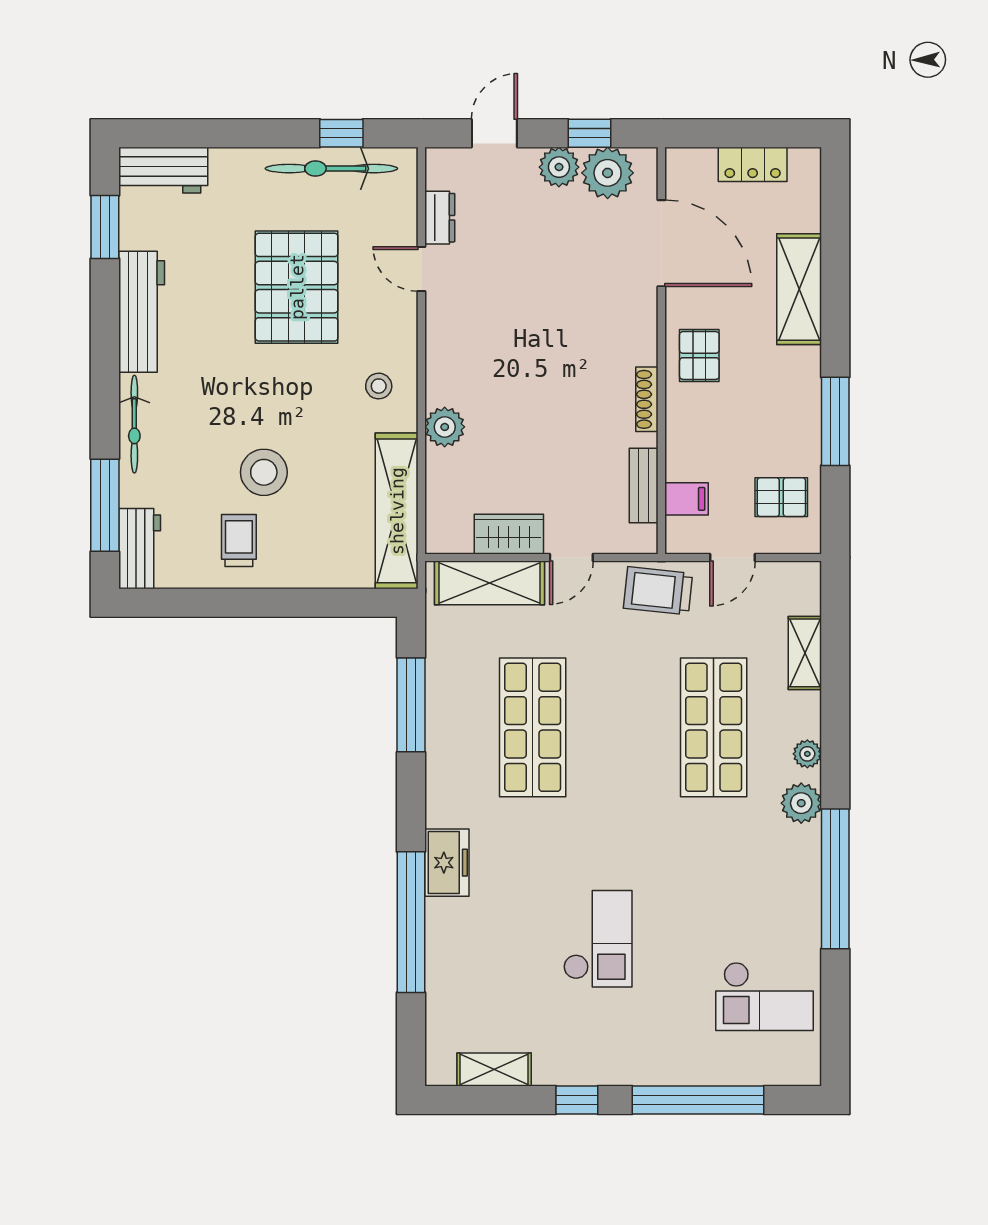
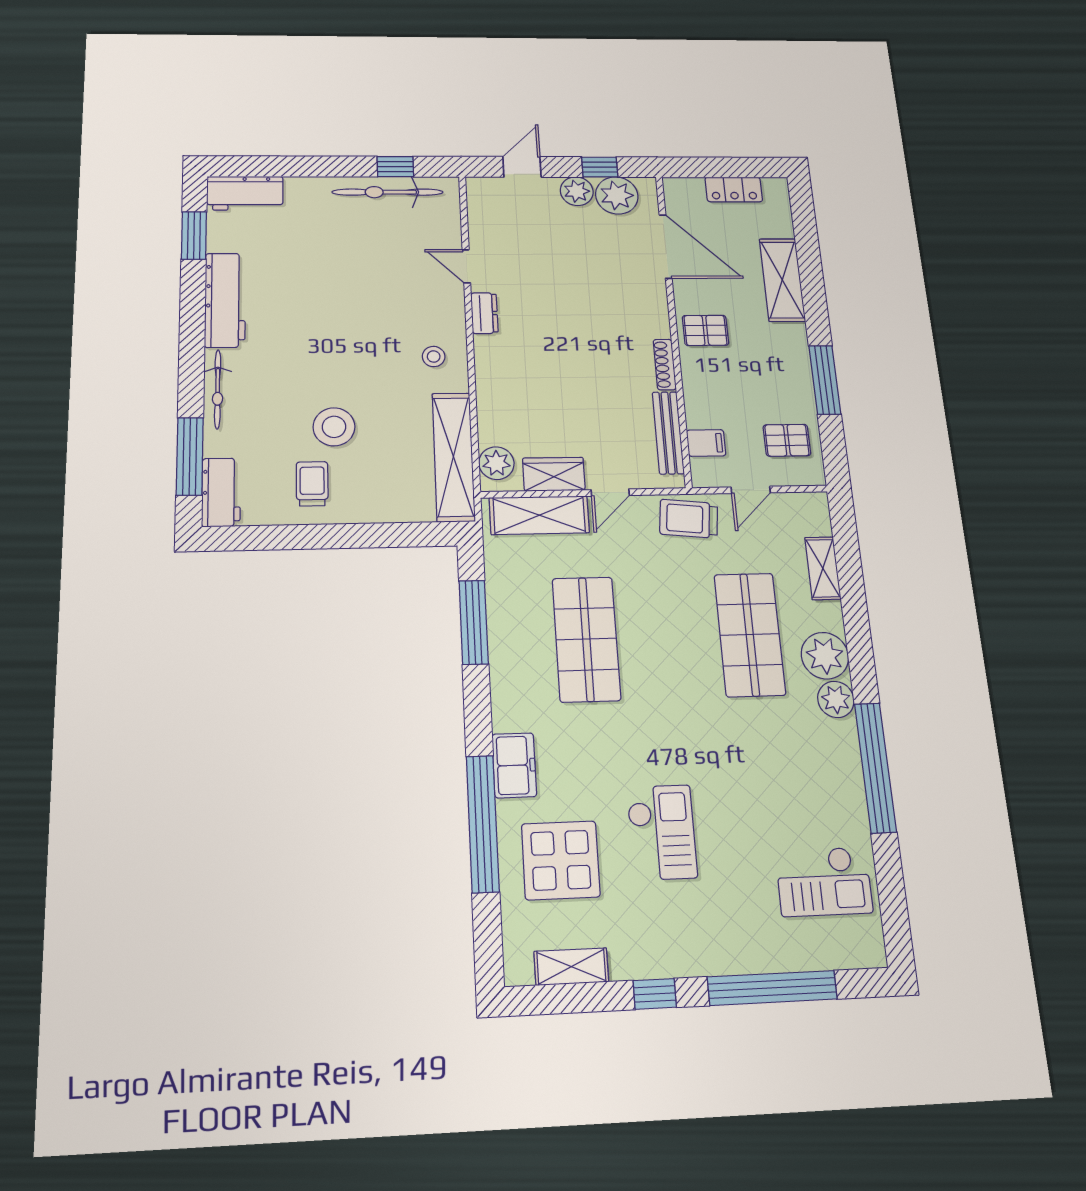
dresser: (440, 218) -> (484, 313), moved
pallet: (297, 287) -> (360, 280), removed
pallet: (699, 355) -> (705, 330), turned 90
plant: (445, 427) -> (496, 463), moved
bench: (644, 486) -> (668, 433), width x1.36
plant: (807, 754) -> (825, 656), width x1.88, depth x1.88
display table: (490, 963) -> (561, 860), added

